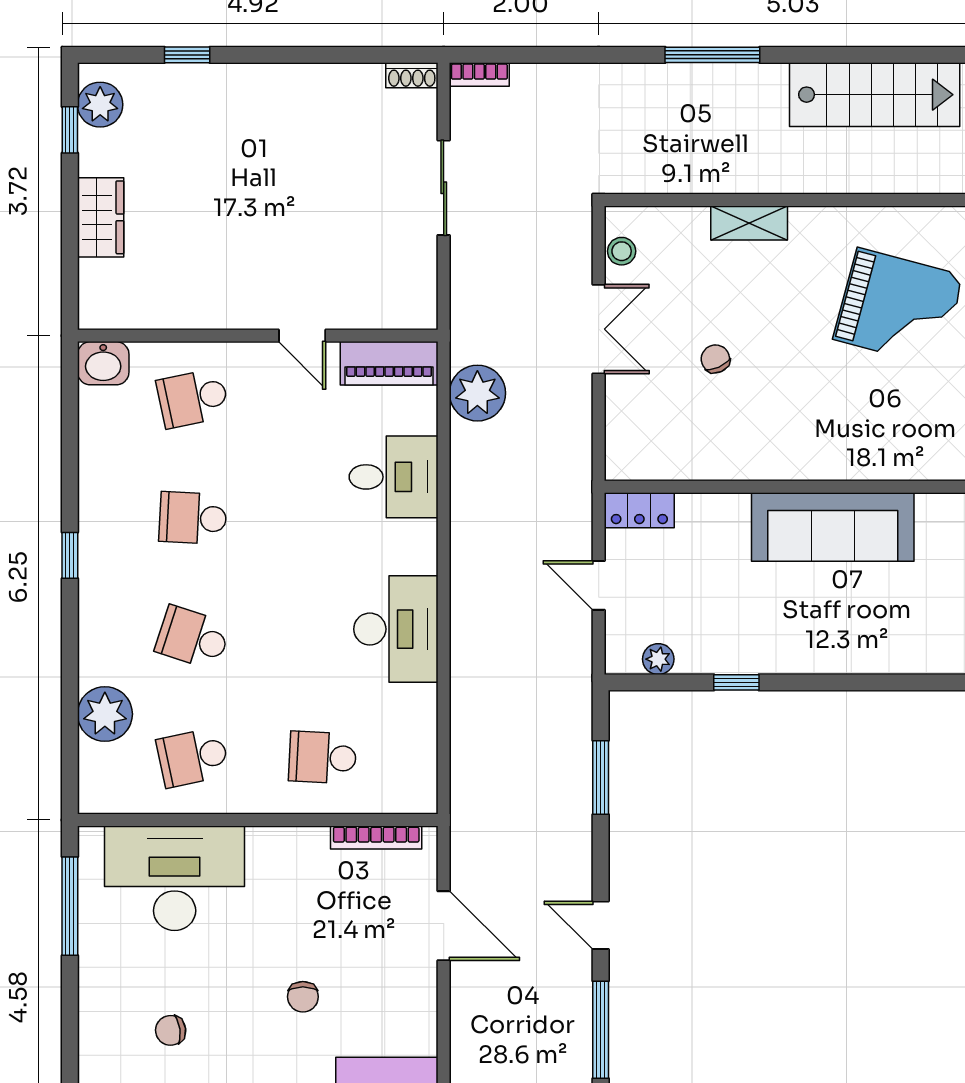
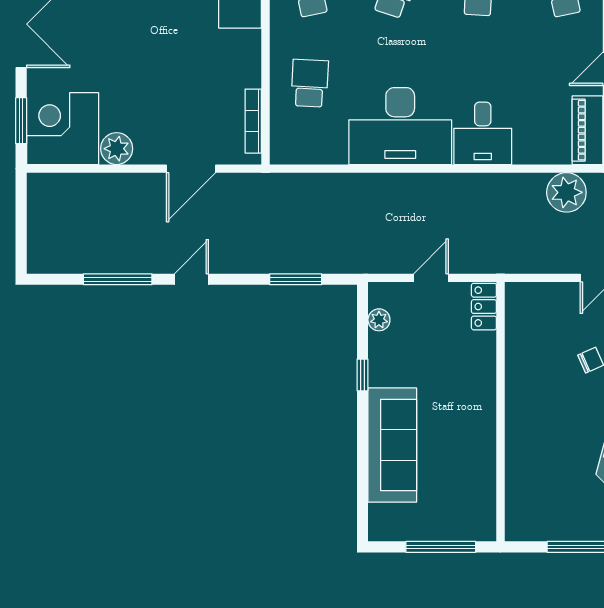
desk: (394, 477) -> (483, 133), moved
sofa: (833, 527) -> (392, 445), moved, turned 180
desk: (396, 629) -> (400, 126), width x1.36, depth x1.30
chair: (303, 997) -> (141, 69), removed
plant: (415, 1031) -> (117, 149), added

